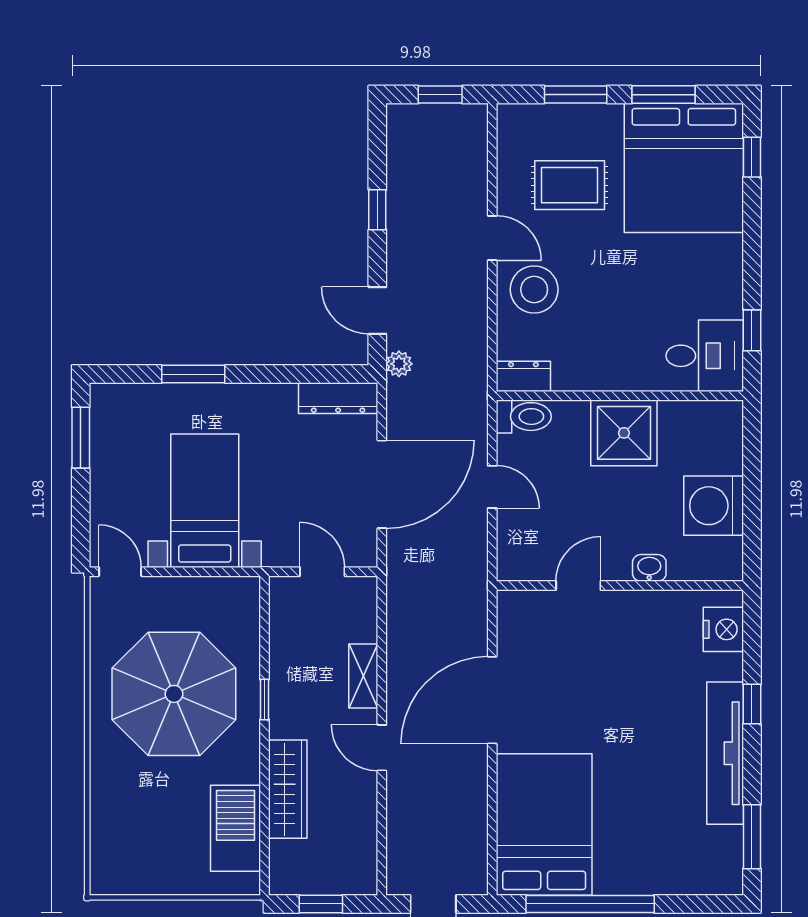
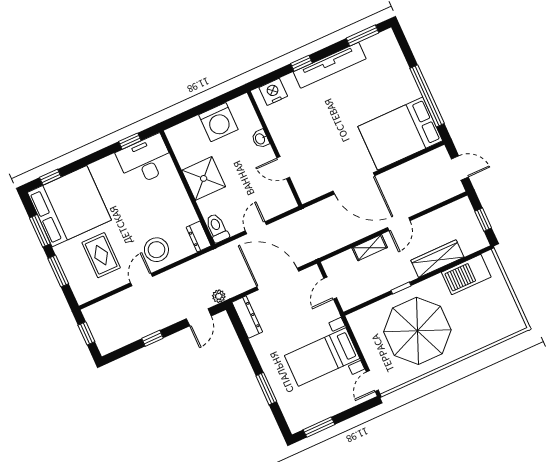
desk: (705, 356) -> (145, 160), width x1.37

